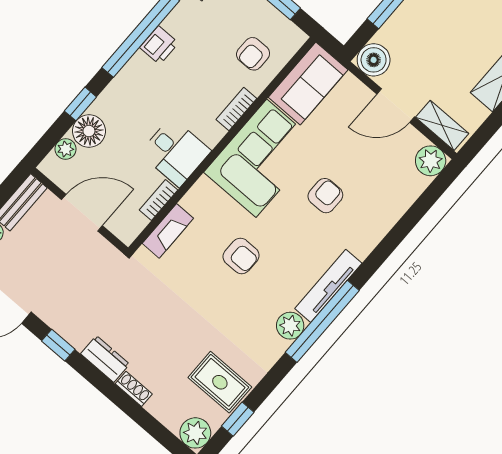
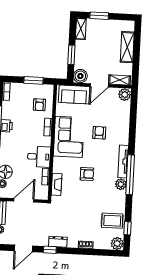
sofa: (308, 84) -> (74, 94), moved, turned 90
dresser: (105, 359) -> (58, 242), moved

